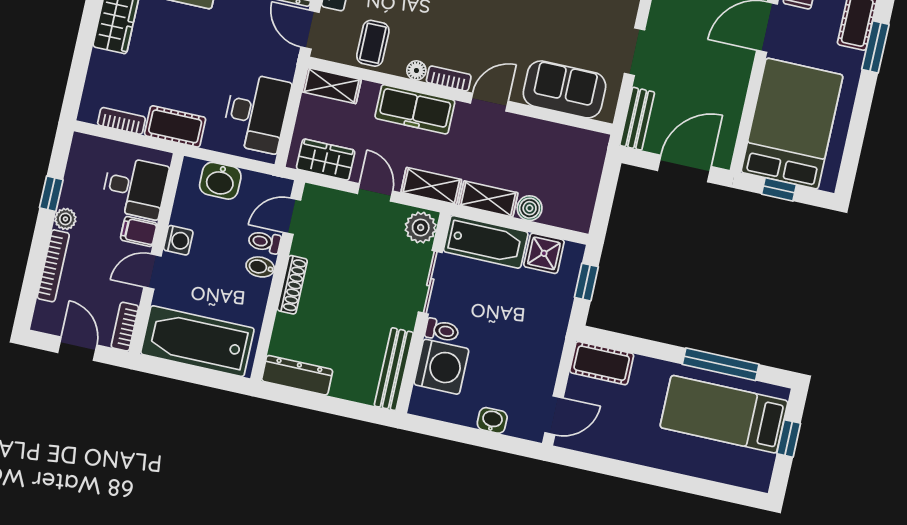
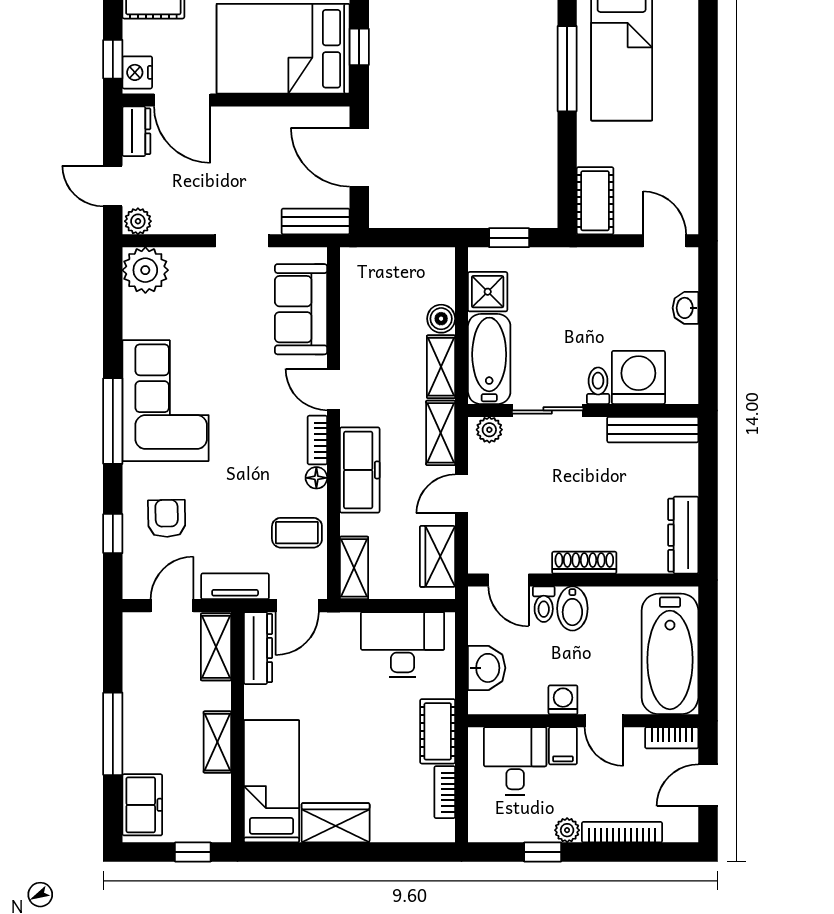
plant: (421, 227) -> (489, 430), width x0.73, depth x0.73
bidet: (260, 267) -> (572, 608), width x1.38, depth x1.36

